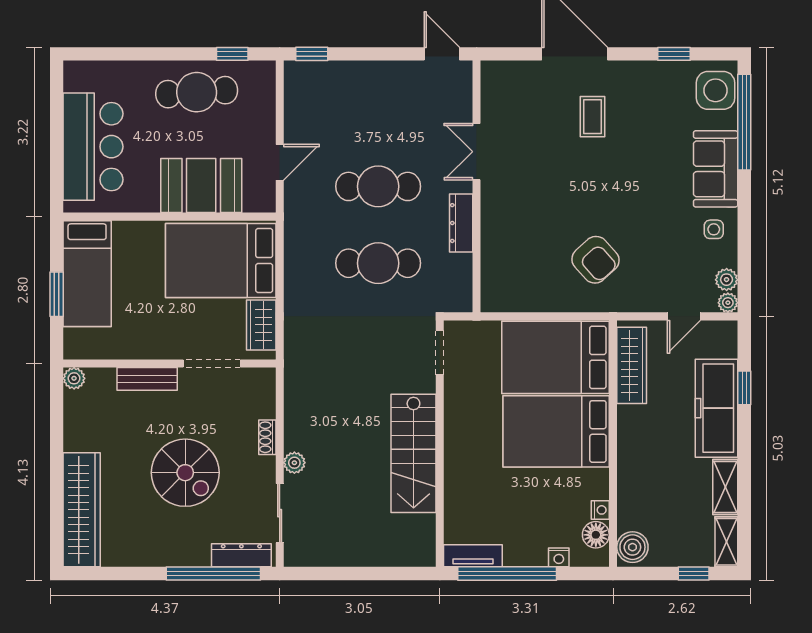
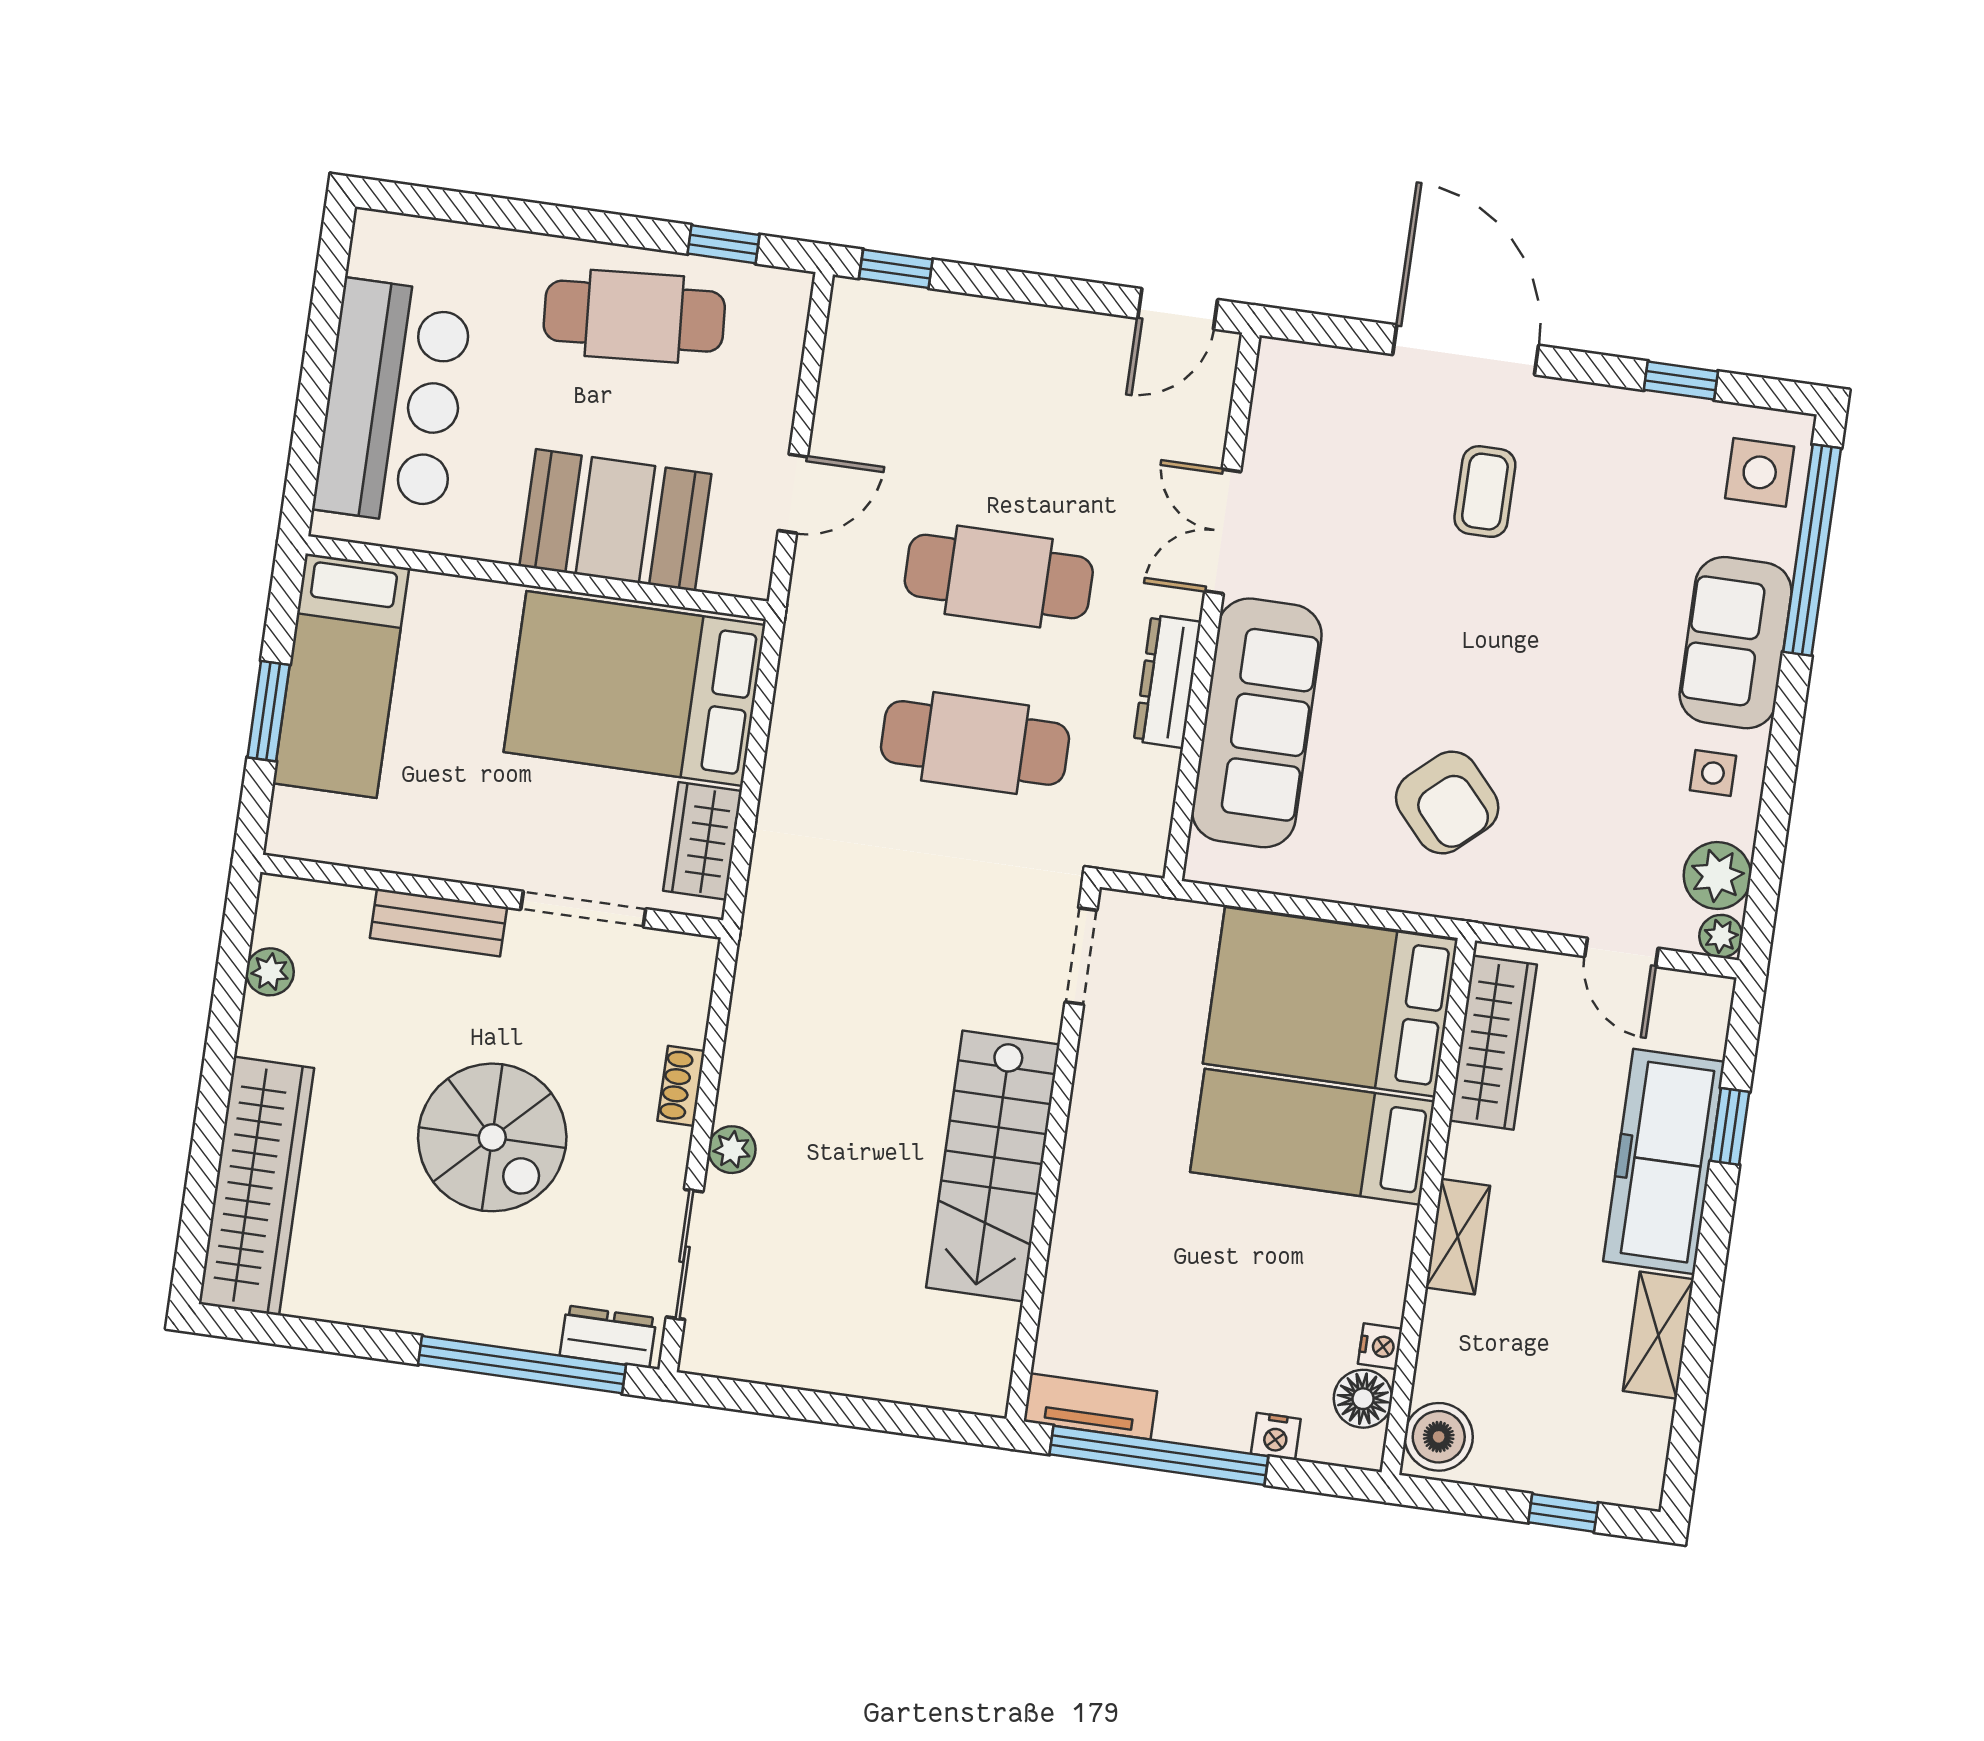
door: (442, 54) -> (1178, 309), swing flipped
side table: (716, 90) -> (1760, 472), width x0.73, depth x0.73
sofa: (504, 236) -> (1257, 723), added
plant: (727, 280) -> (1717, 876), width x1.38, depth x1.38
door: (684, 316) -> (1621, 952), hinge flipped
plant: (74, 378) -> (270, 972), moved
bed: (556, 431) -> (1312, 1137), width x0.67
shelving: (726, 542) -> (1458, 1237), moved
dresser: (241, 555) -> (608, 1337), width x0.70

